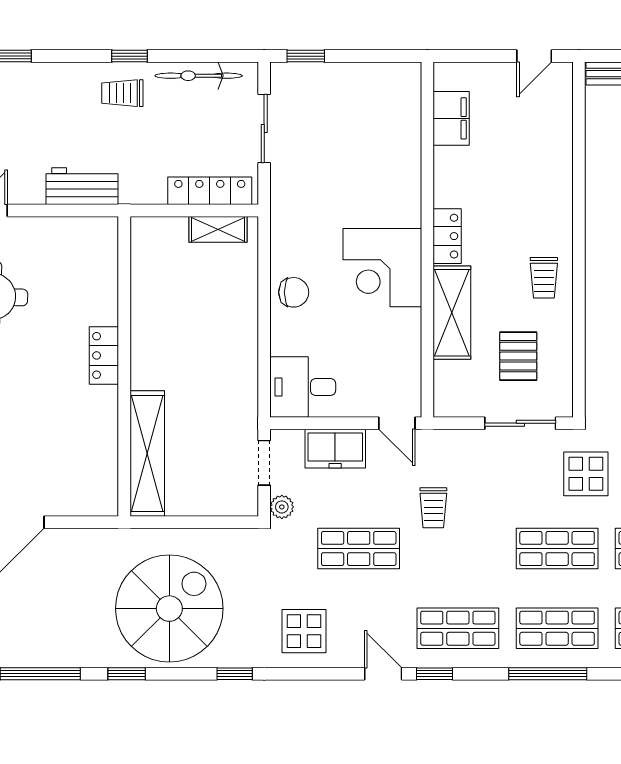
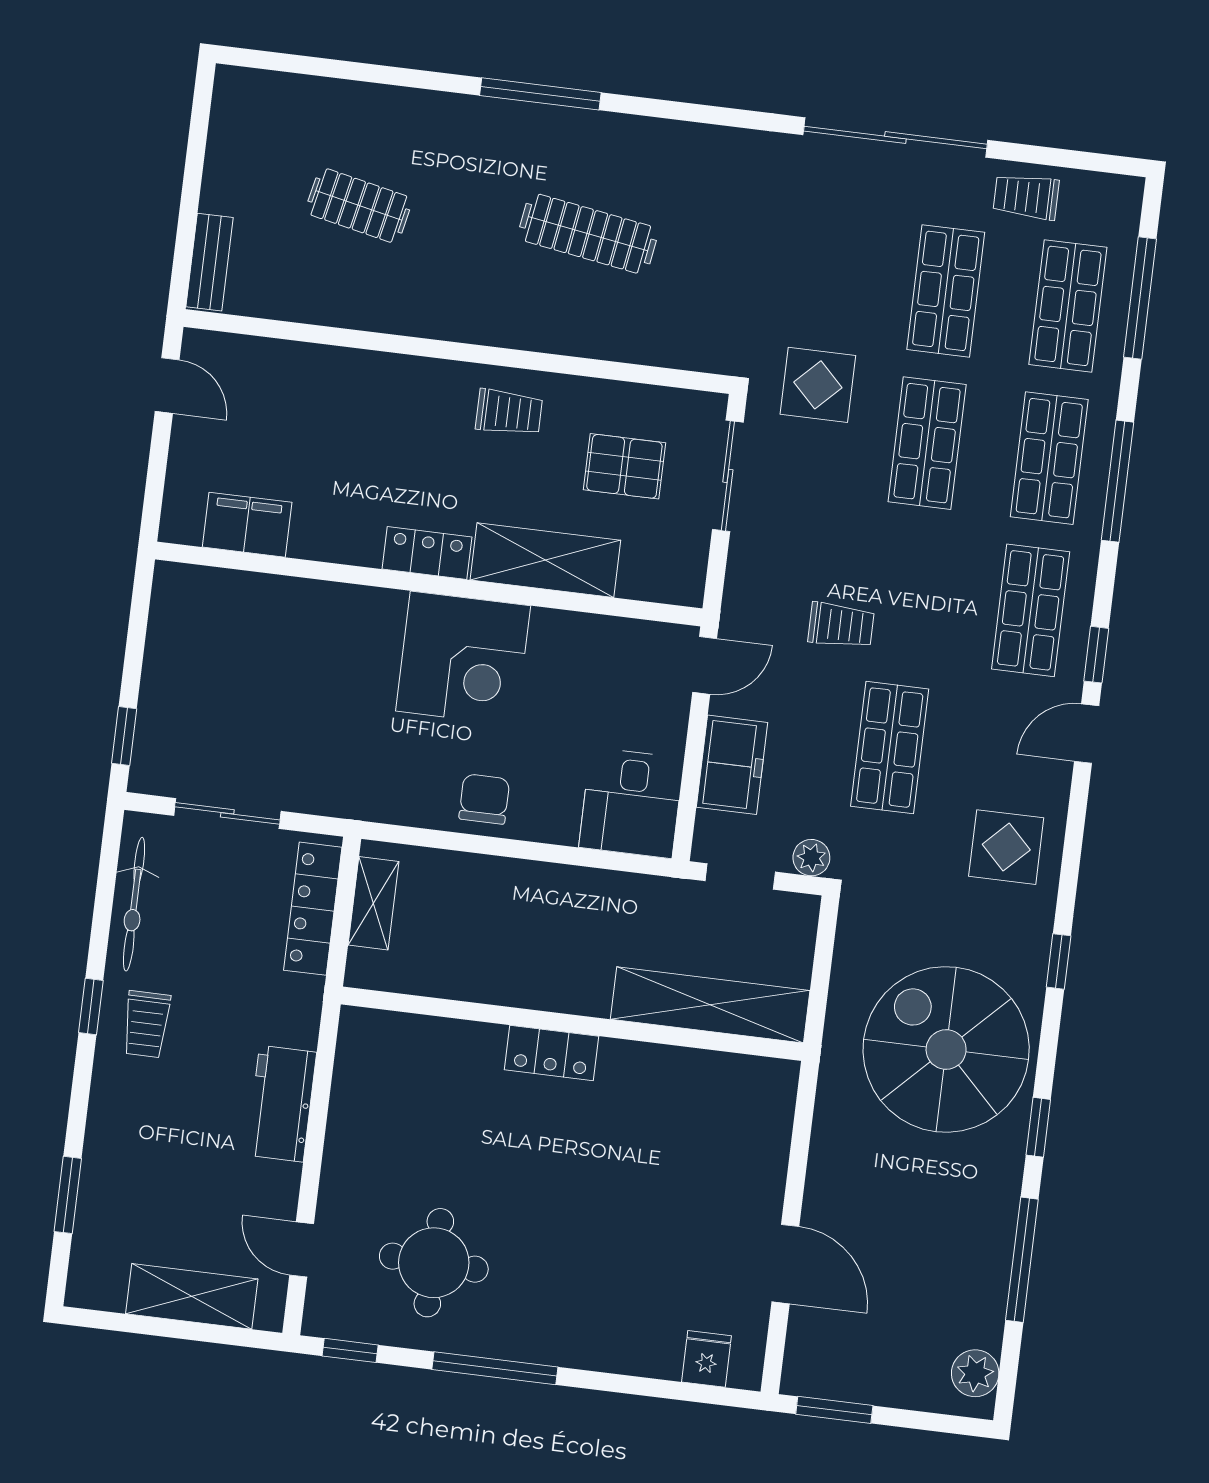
locker: (104, 355) -> (551, 1053), moved
wall: (124, 366) -> (572, 1024), moved
shelving: (147, 454) -> (710, 1005), moved

